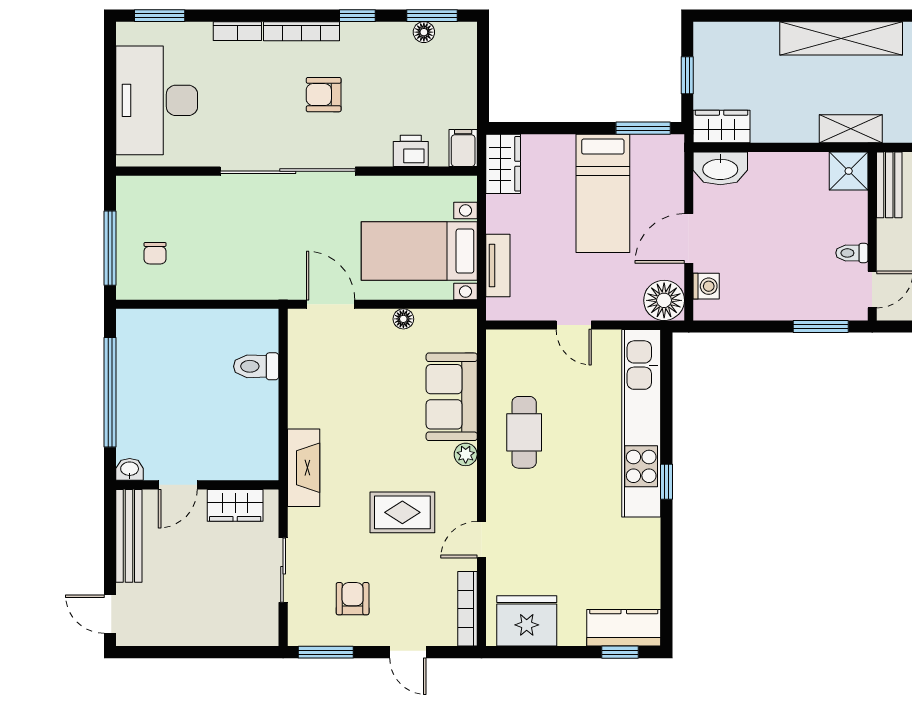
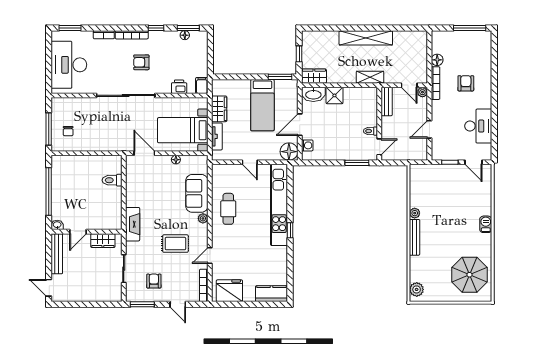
wardrobe: (503, 164) -> (219, 109), moved
shower: (849, 171) -> (334, 95), moved
window: (620, 652) -> (270, 304), removed

